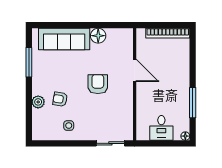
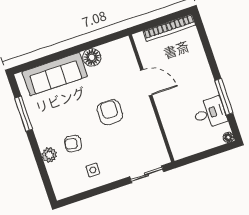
desk: (161, 128) -> (210, 113), moved, turned -90

